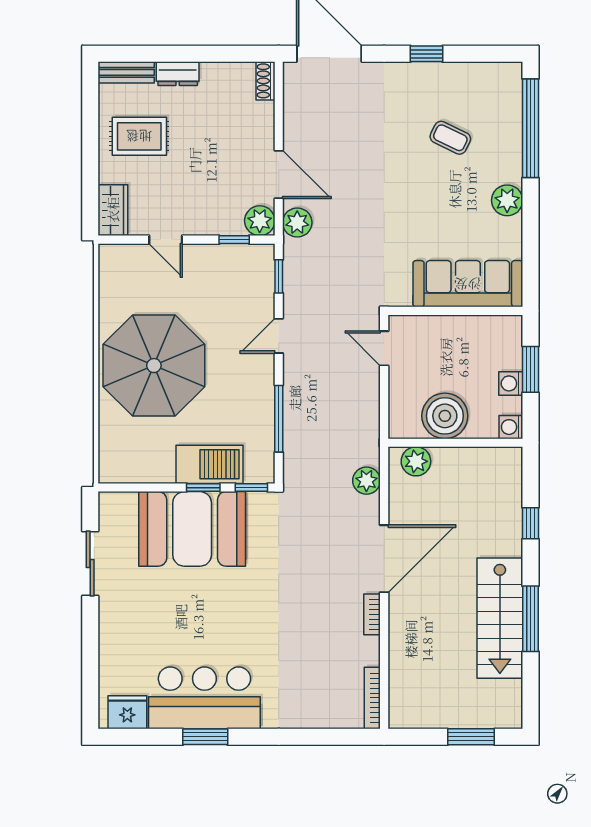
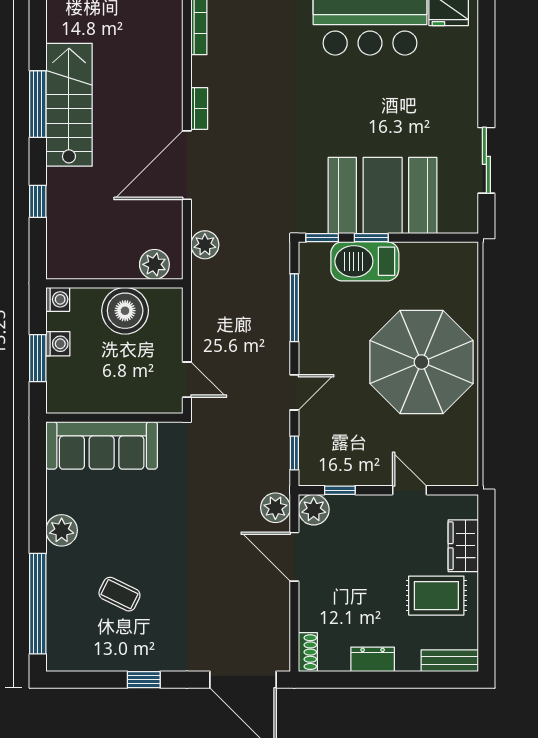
dresser: (178, 74) -> (373, 659), moved
wardrobe: (113, 210) -> (463, 546), moved

